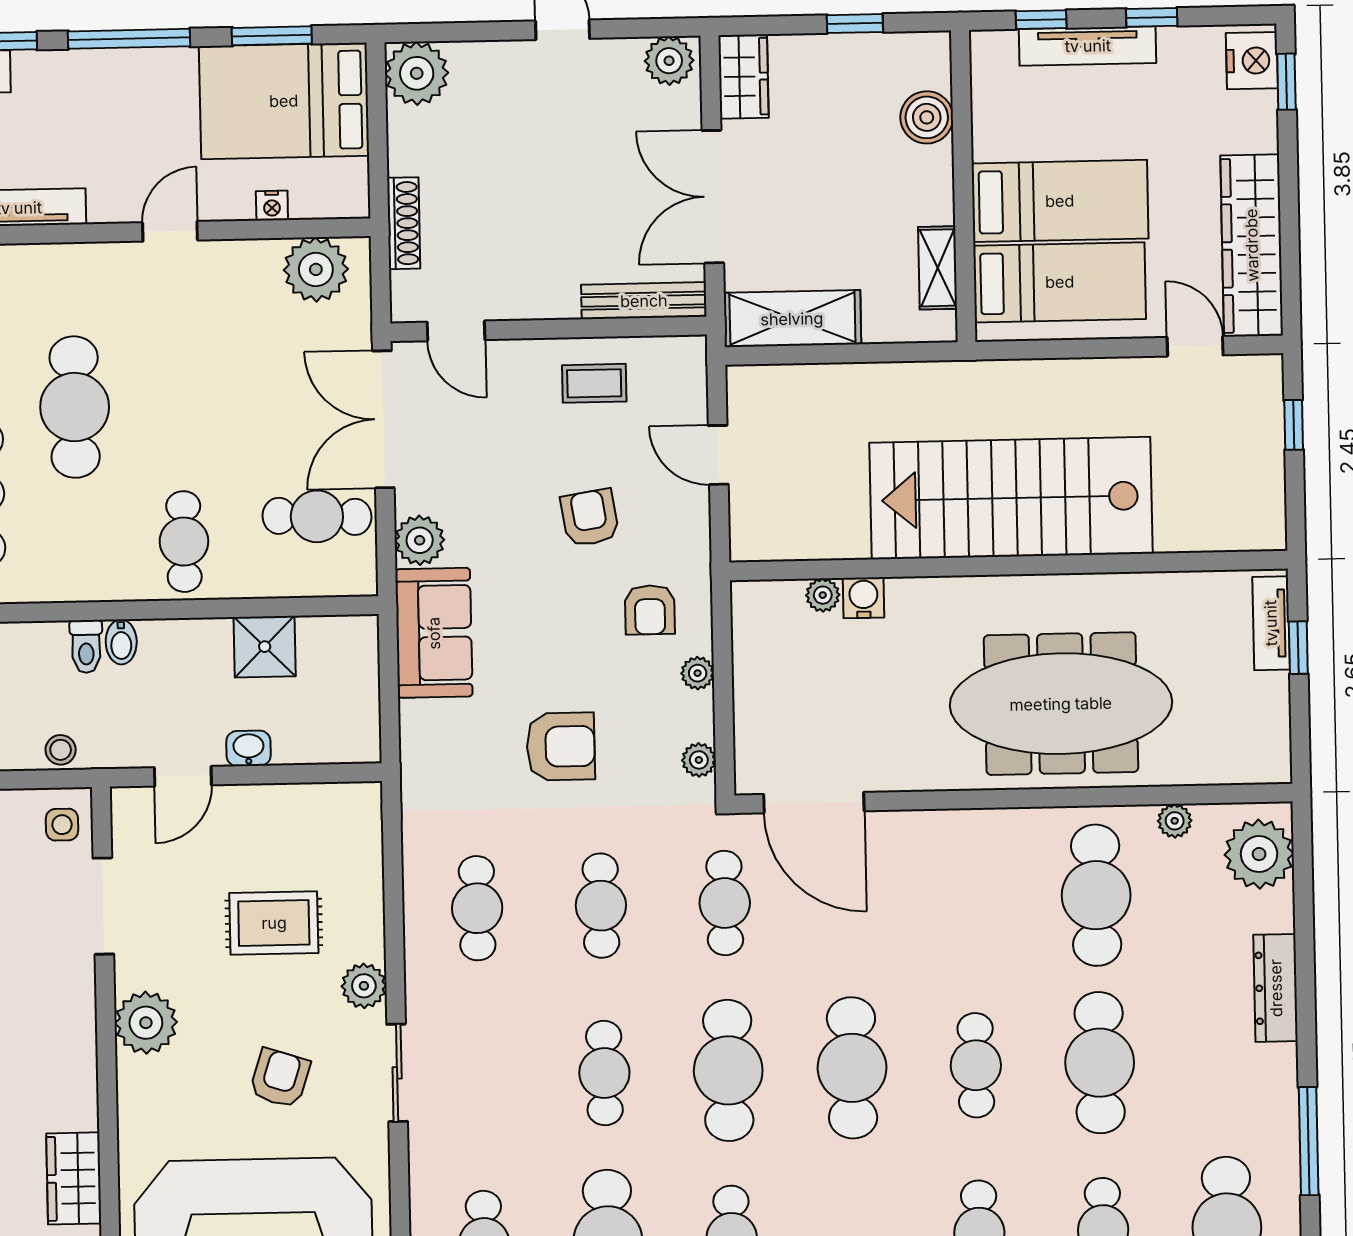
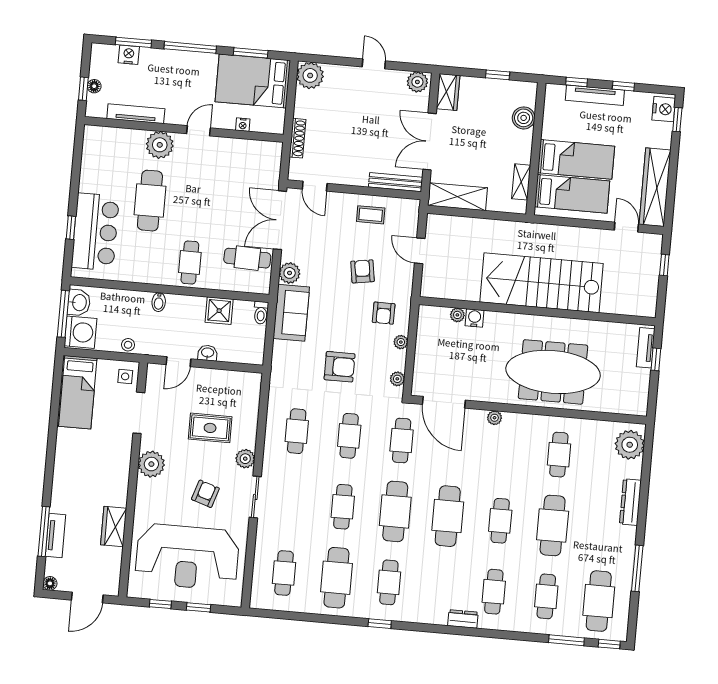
plant: (316, 269) -> (160, 145), moved
toilet: (86, 647) -> (261, 313), moved
plant: (1175, 821) -> (495, 418), moved
cafe table: (1096, 895) -> (559, 455), width x0.73, depth x0.74

